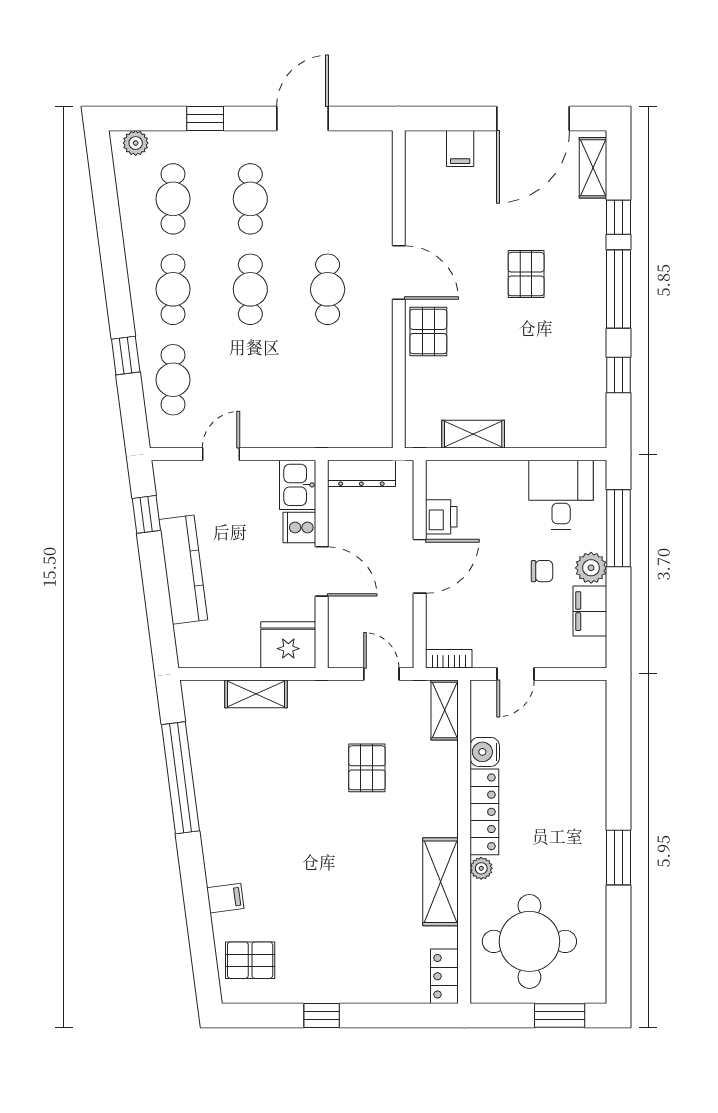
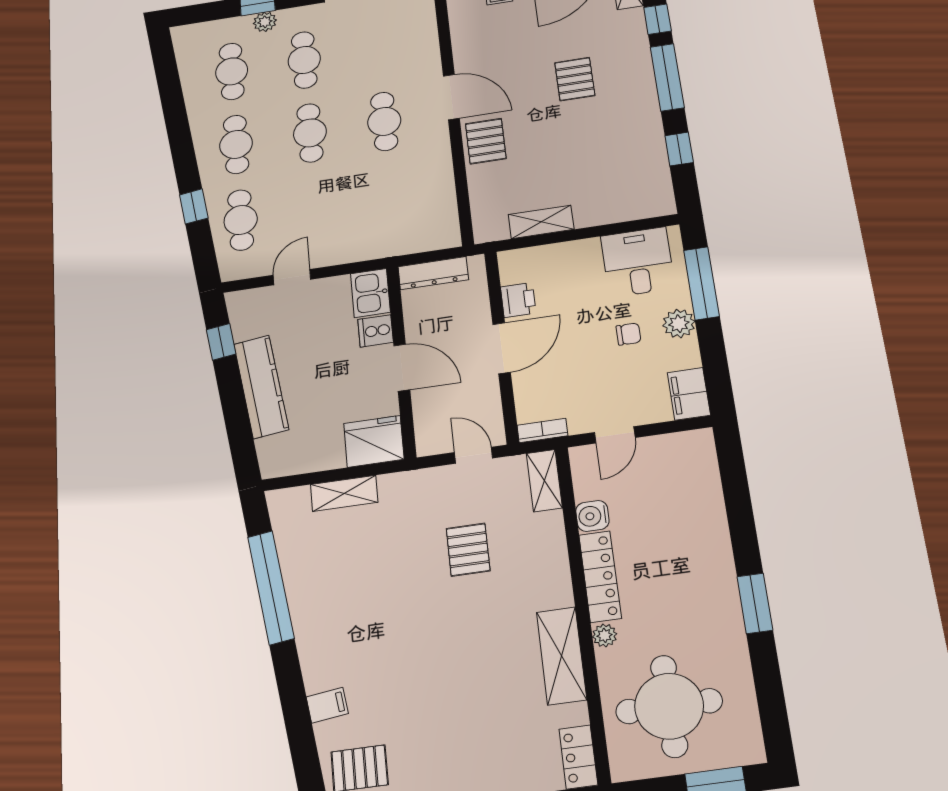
plant: (136, 143) -> (265, 22), moved
filing cabinet: (590, 611) -> (689, 394), moved

